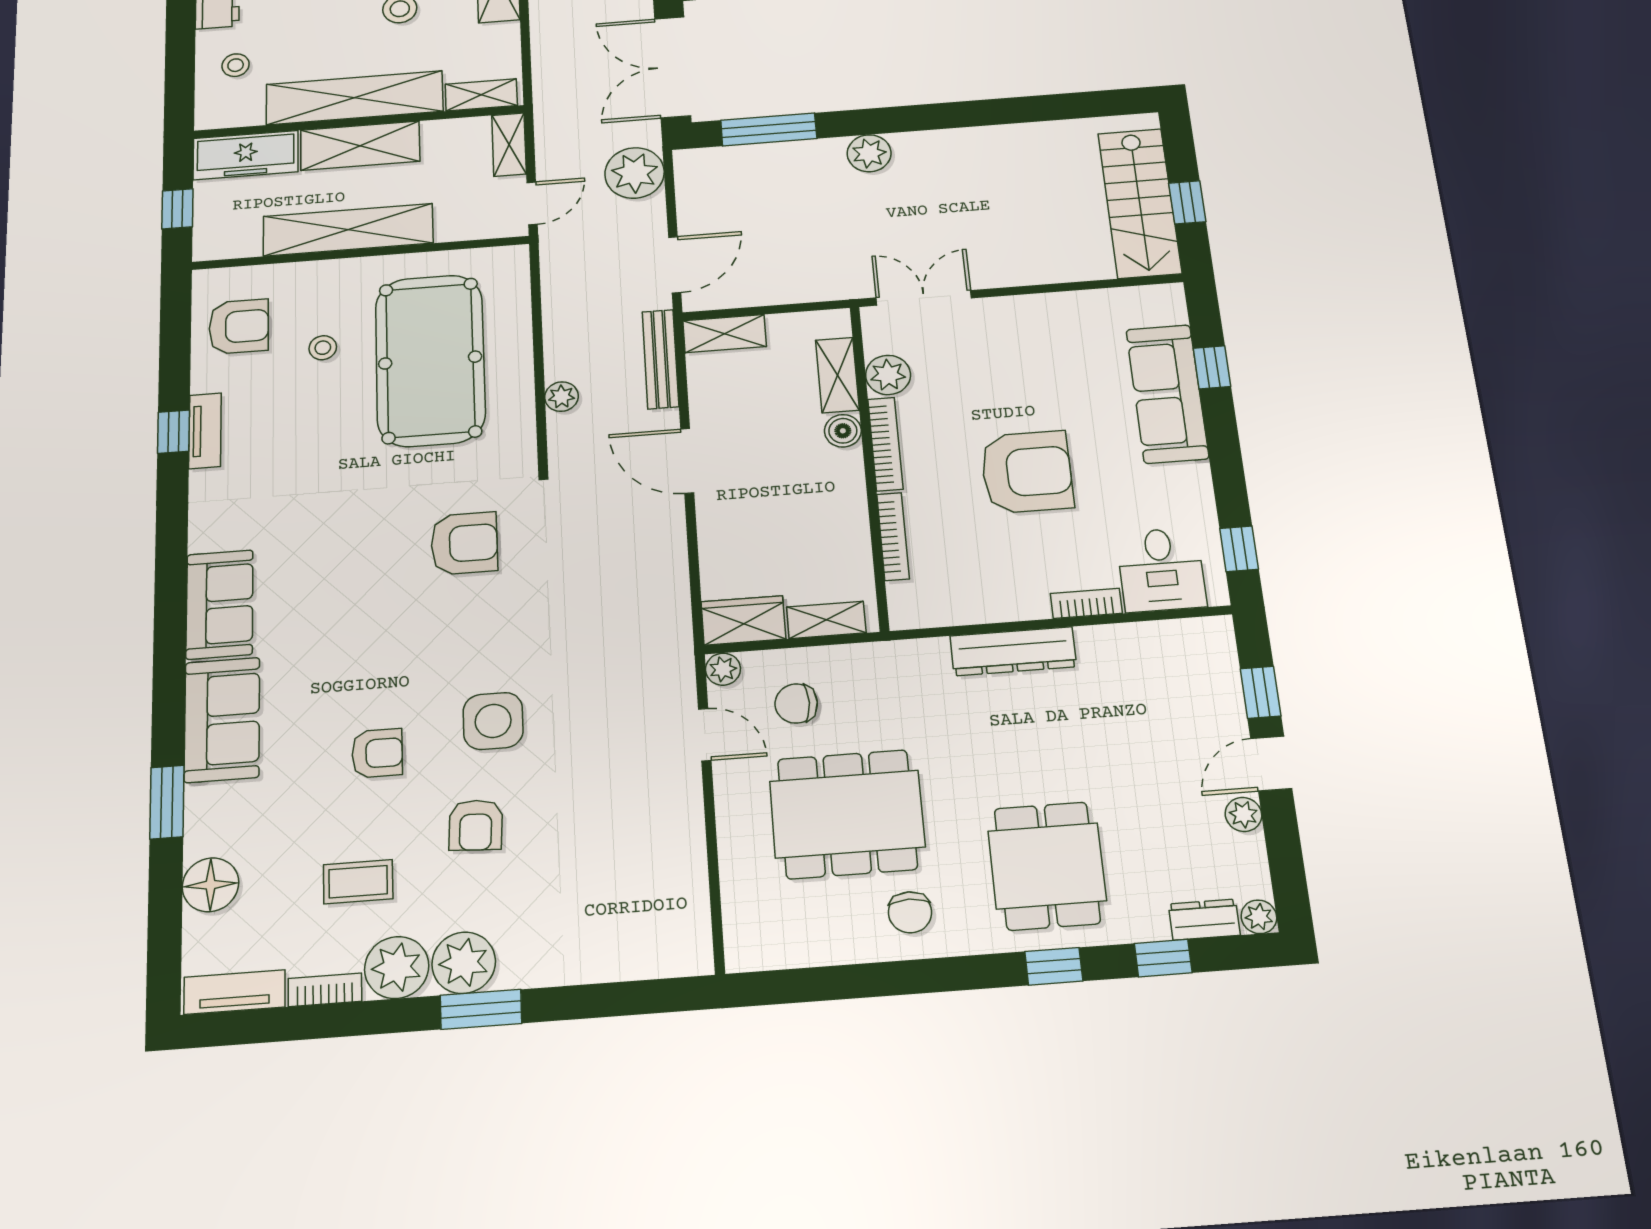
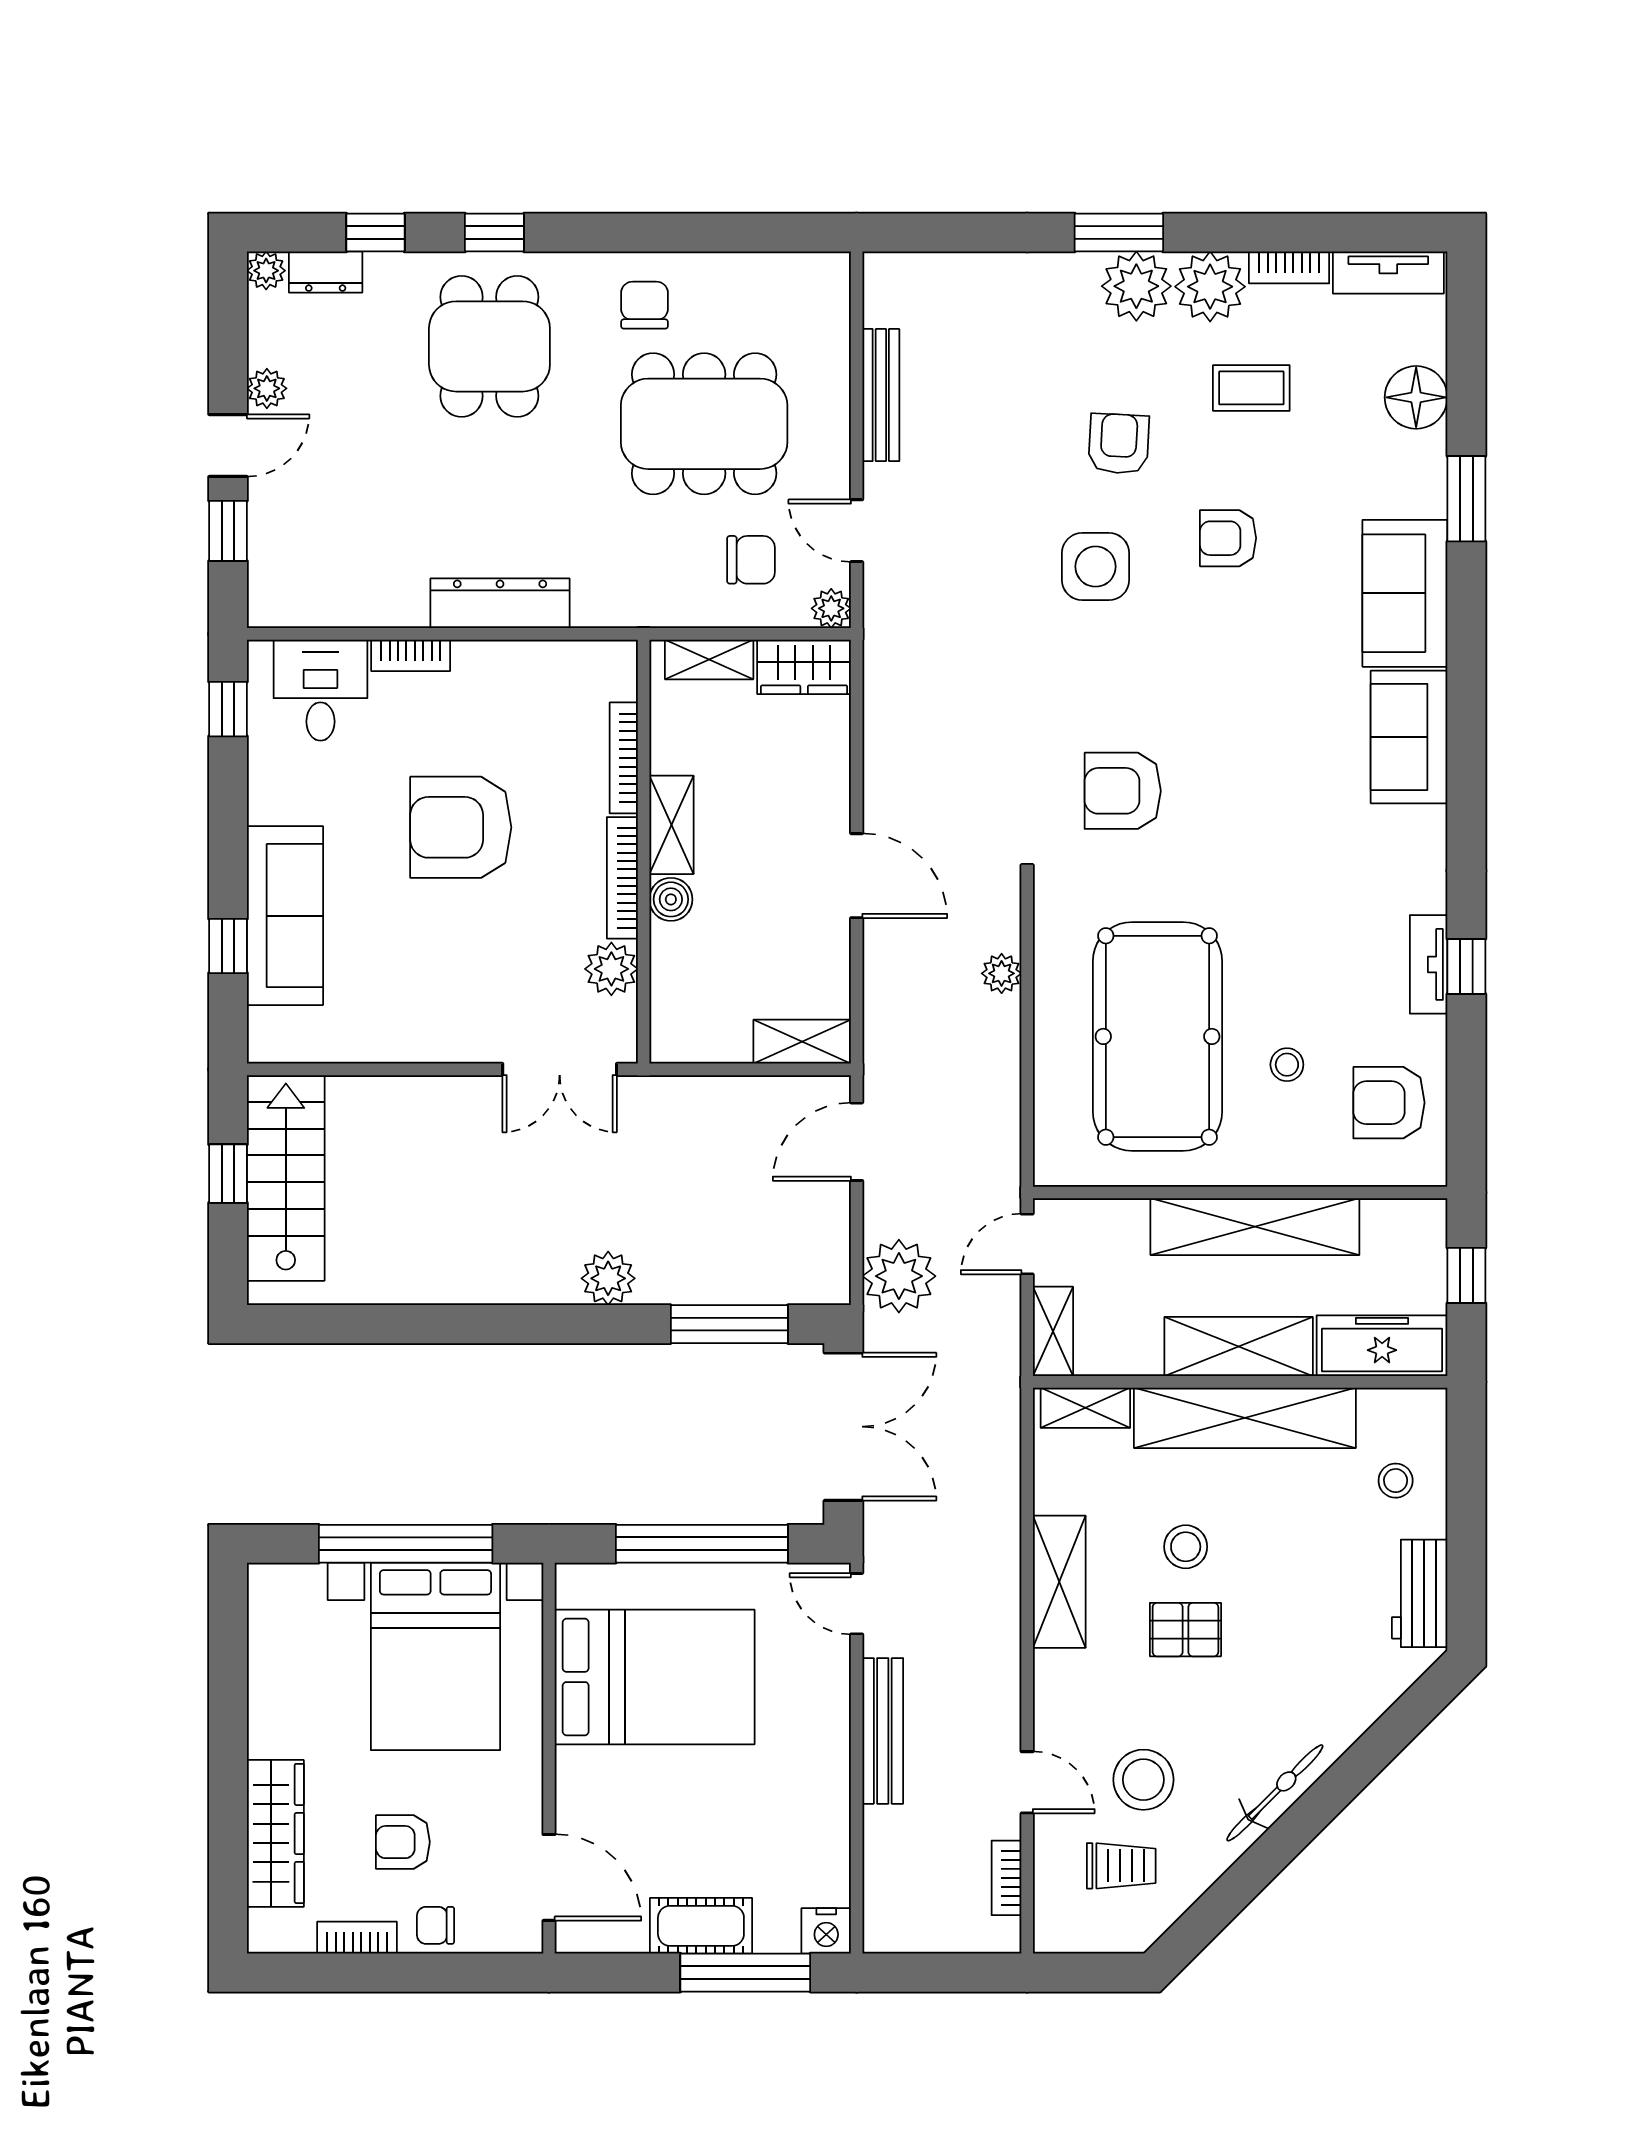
bench: (660, 359) -> (881, 395), moved
shelving: (837, 375) -> (671, 825), moved

